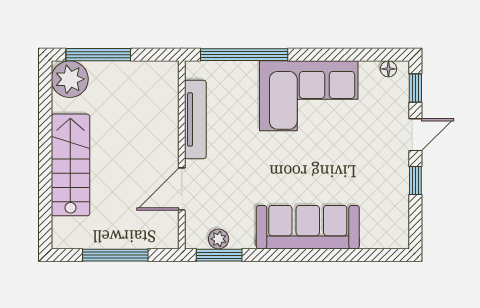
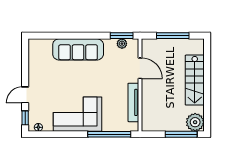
window: (415, 181) -> (25, 72), removed
door: (182, 189) -> (140, 68), hinge flipped

